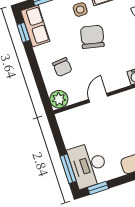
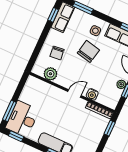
door: (98, 98) -> (75, 94), moved
plant: (59, 99) -> (50, 74), moved

